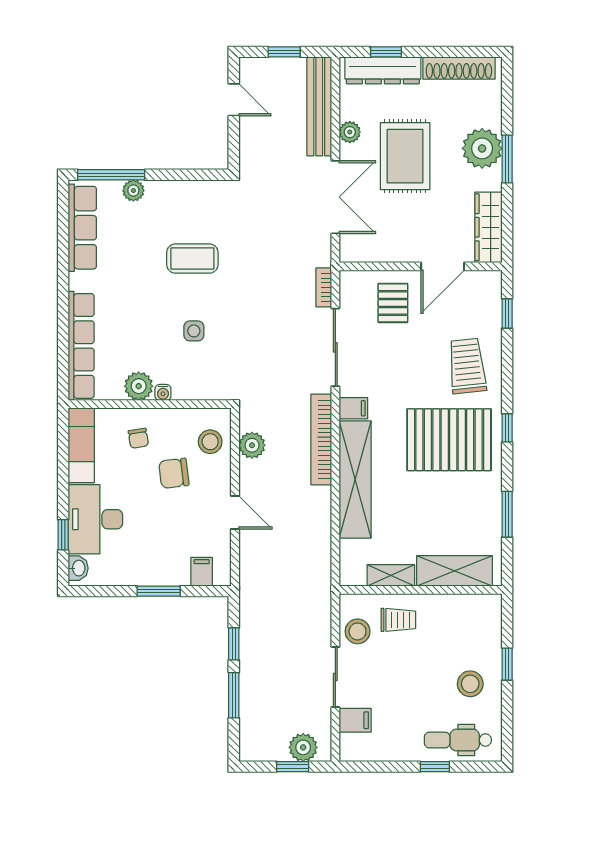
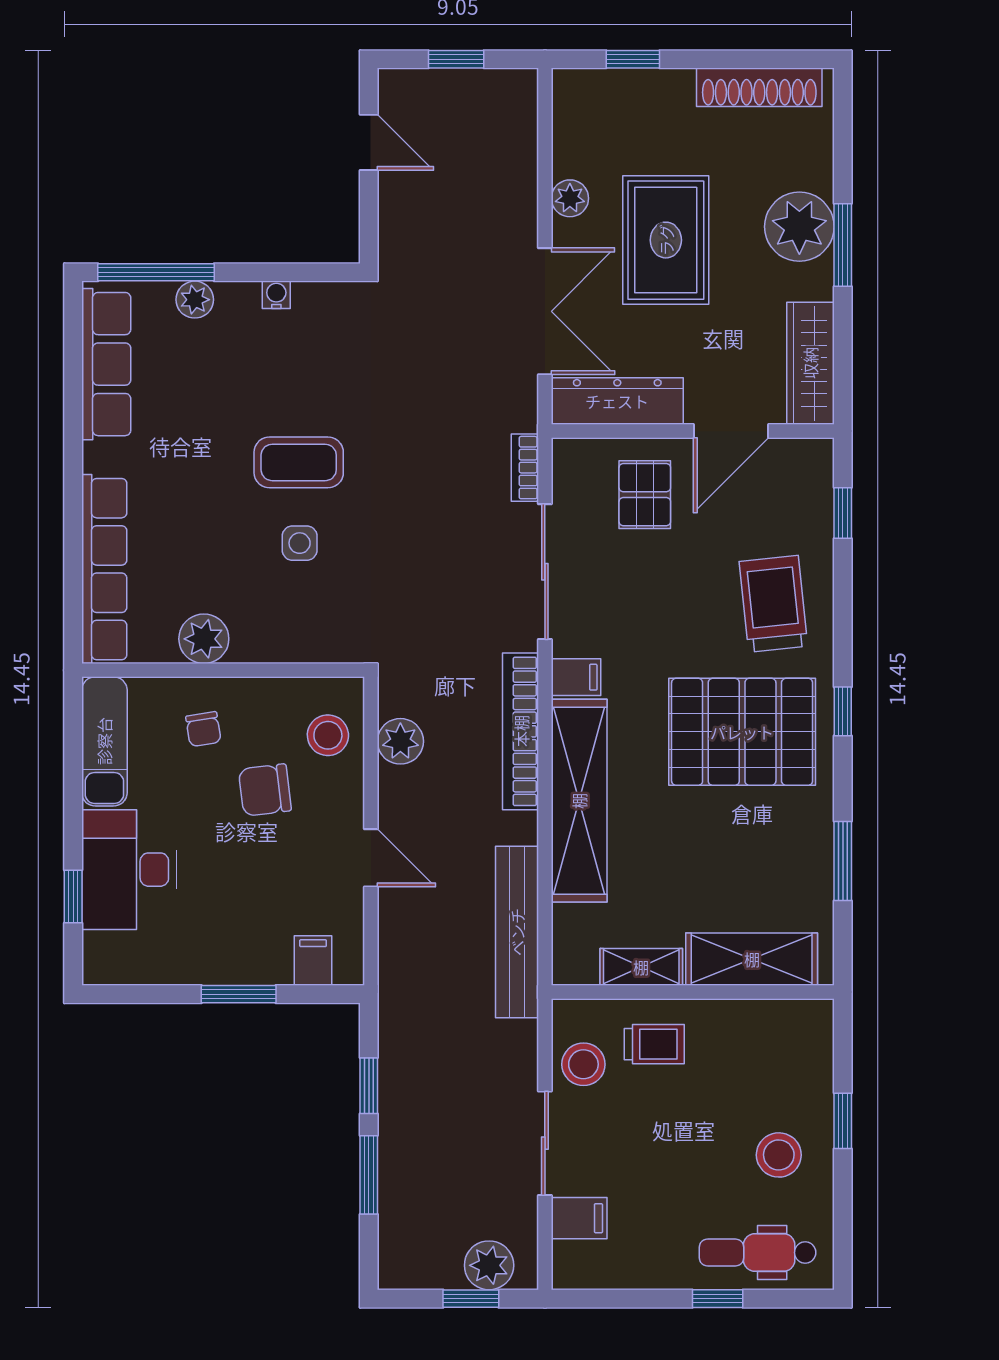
dresser: (383, 70) -> (617, 401), moved, turned 180
bench: (319, 106) -> (517, 932), moved
coffee table: (192, 259) -> (299, 462), moved
water cooler: (163, 392) -> (276, 295), moved, turned 180
washbasin: (78, 568) -> (99, 954), removed

